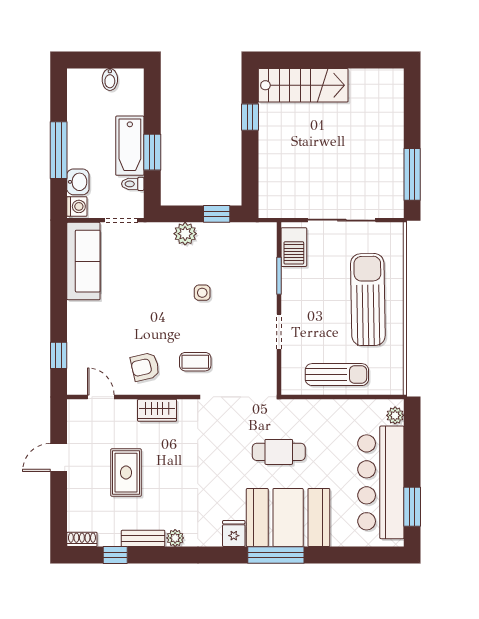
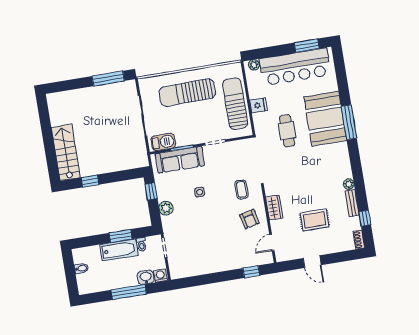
sofa: (83, 261) -> (180, 160), moved, turned 180
sun lounger: (337, 375) -> (235, 104), width x1.36, depth x1.34
fridge: (234, 534) -> (259, 105), moved, turned 180

